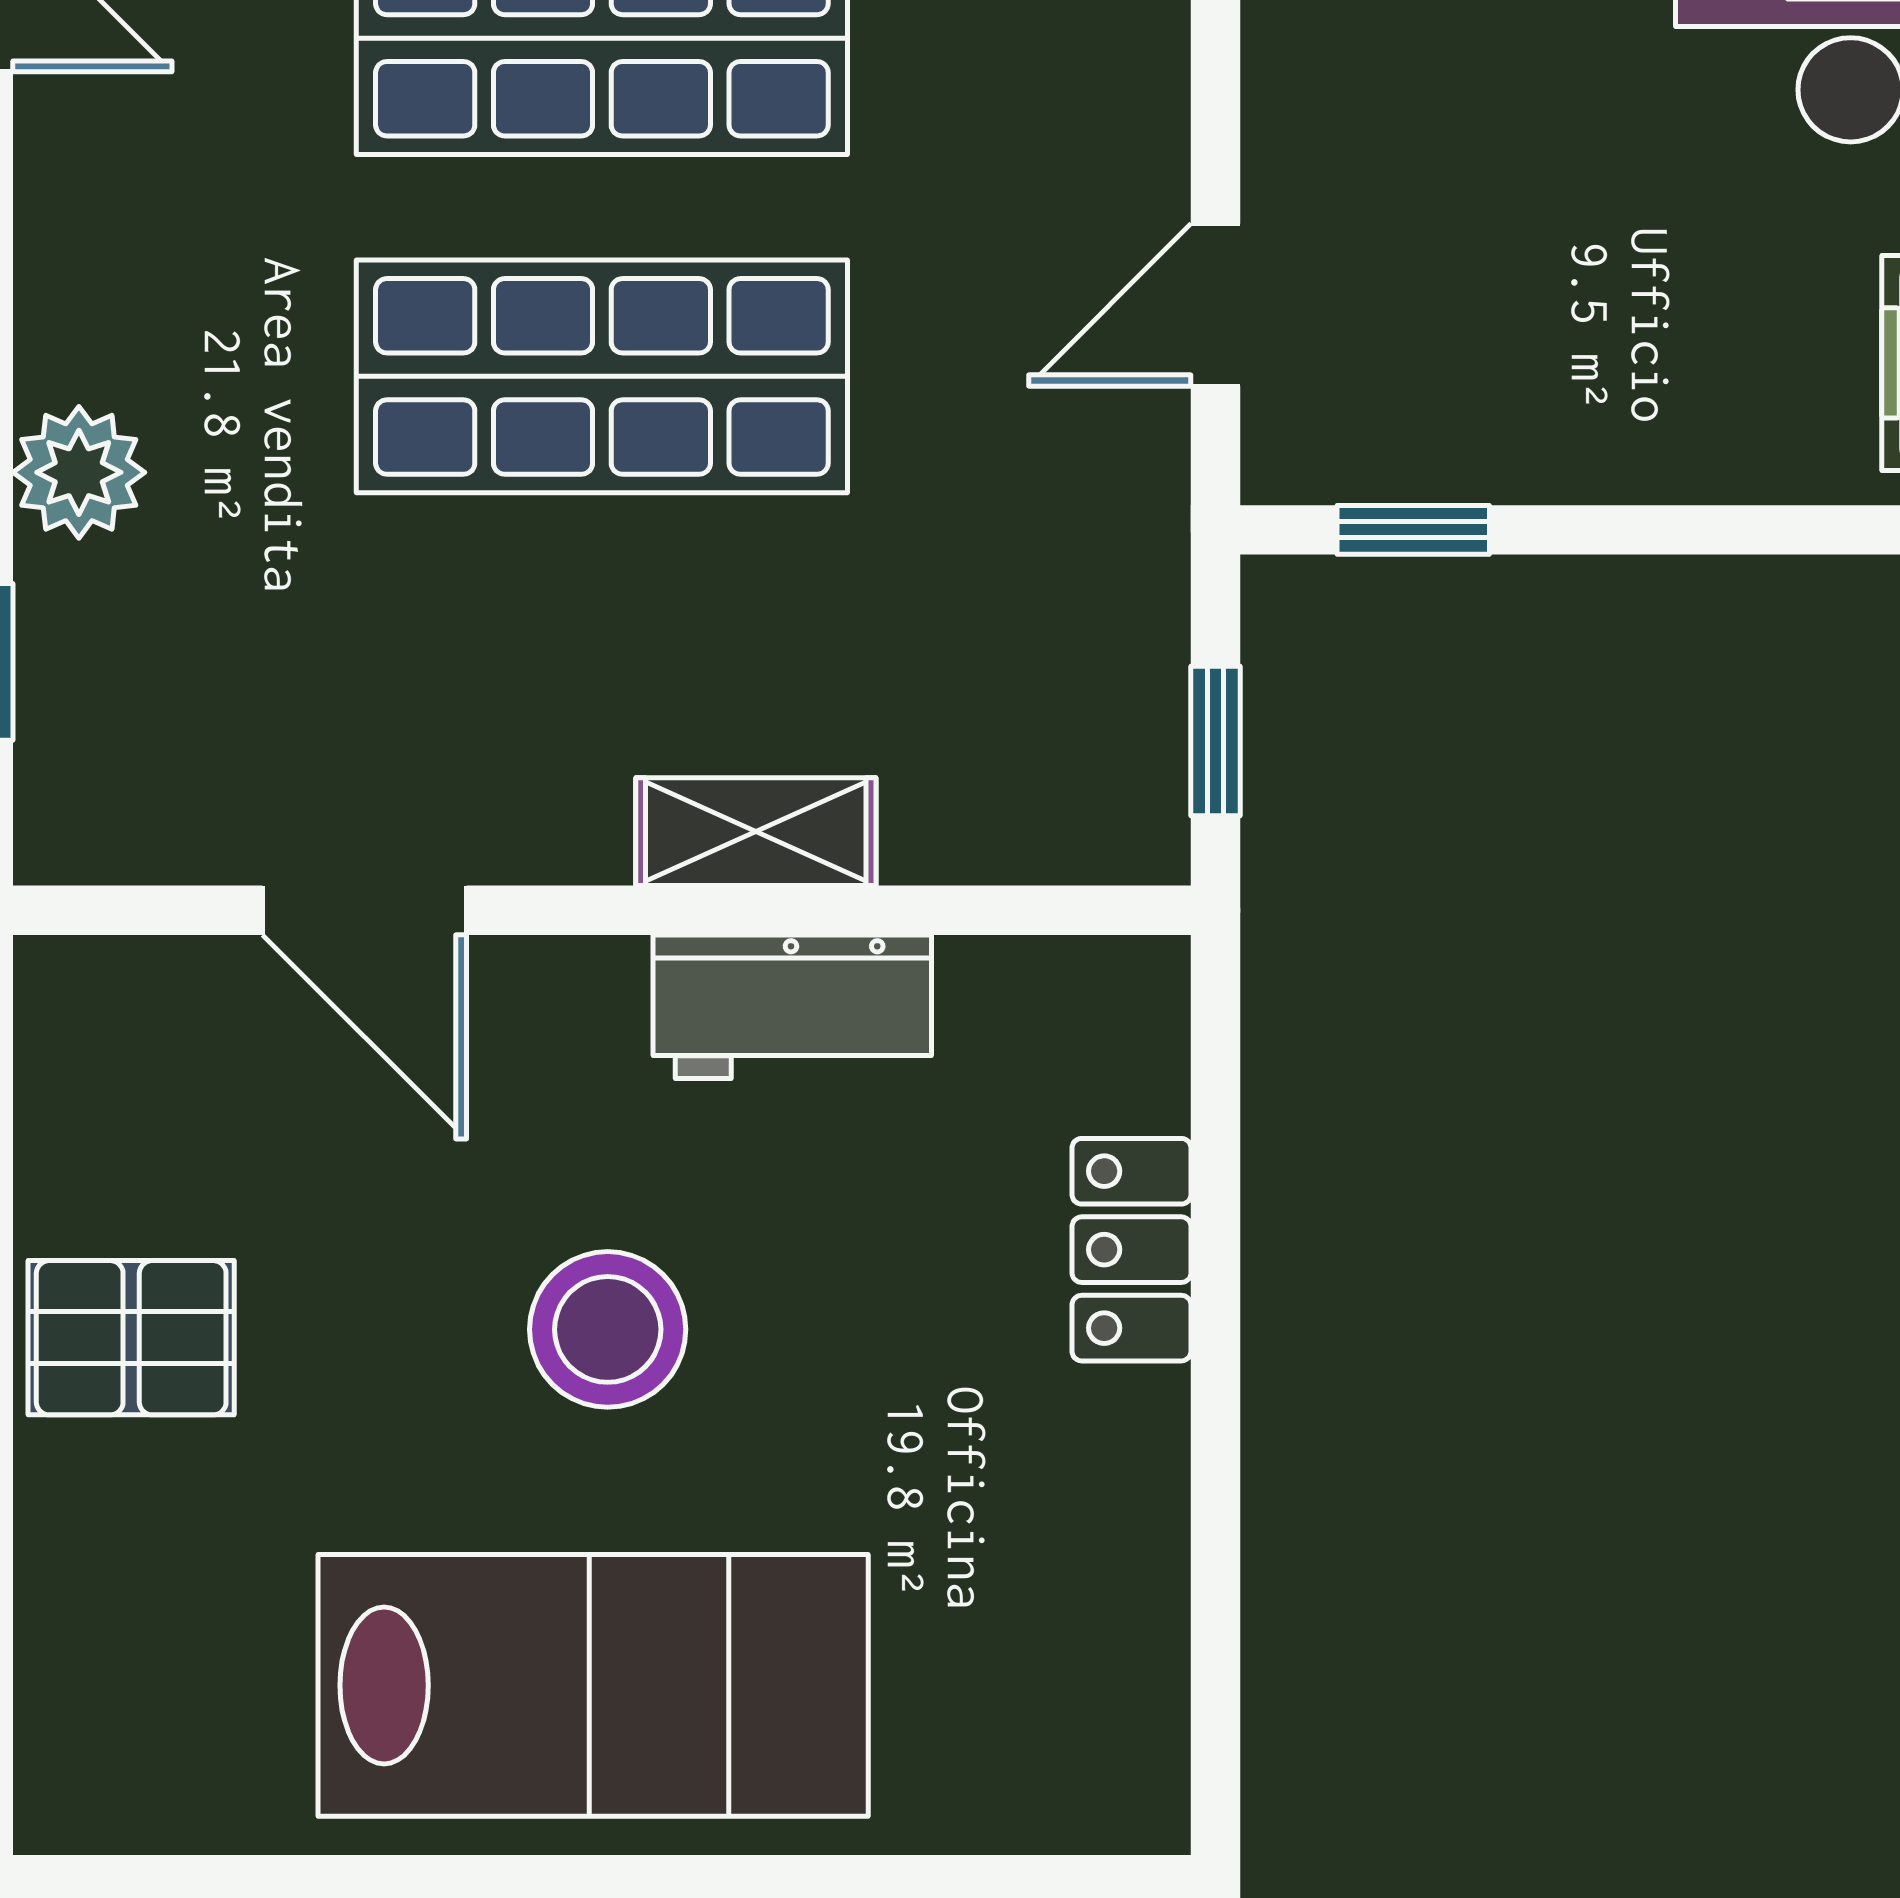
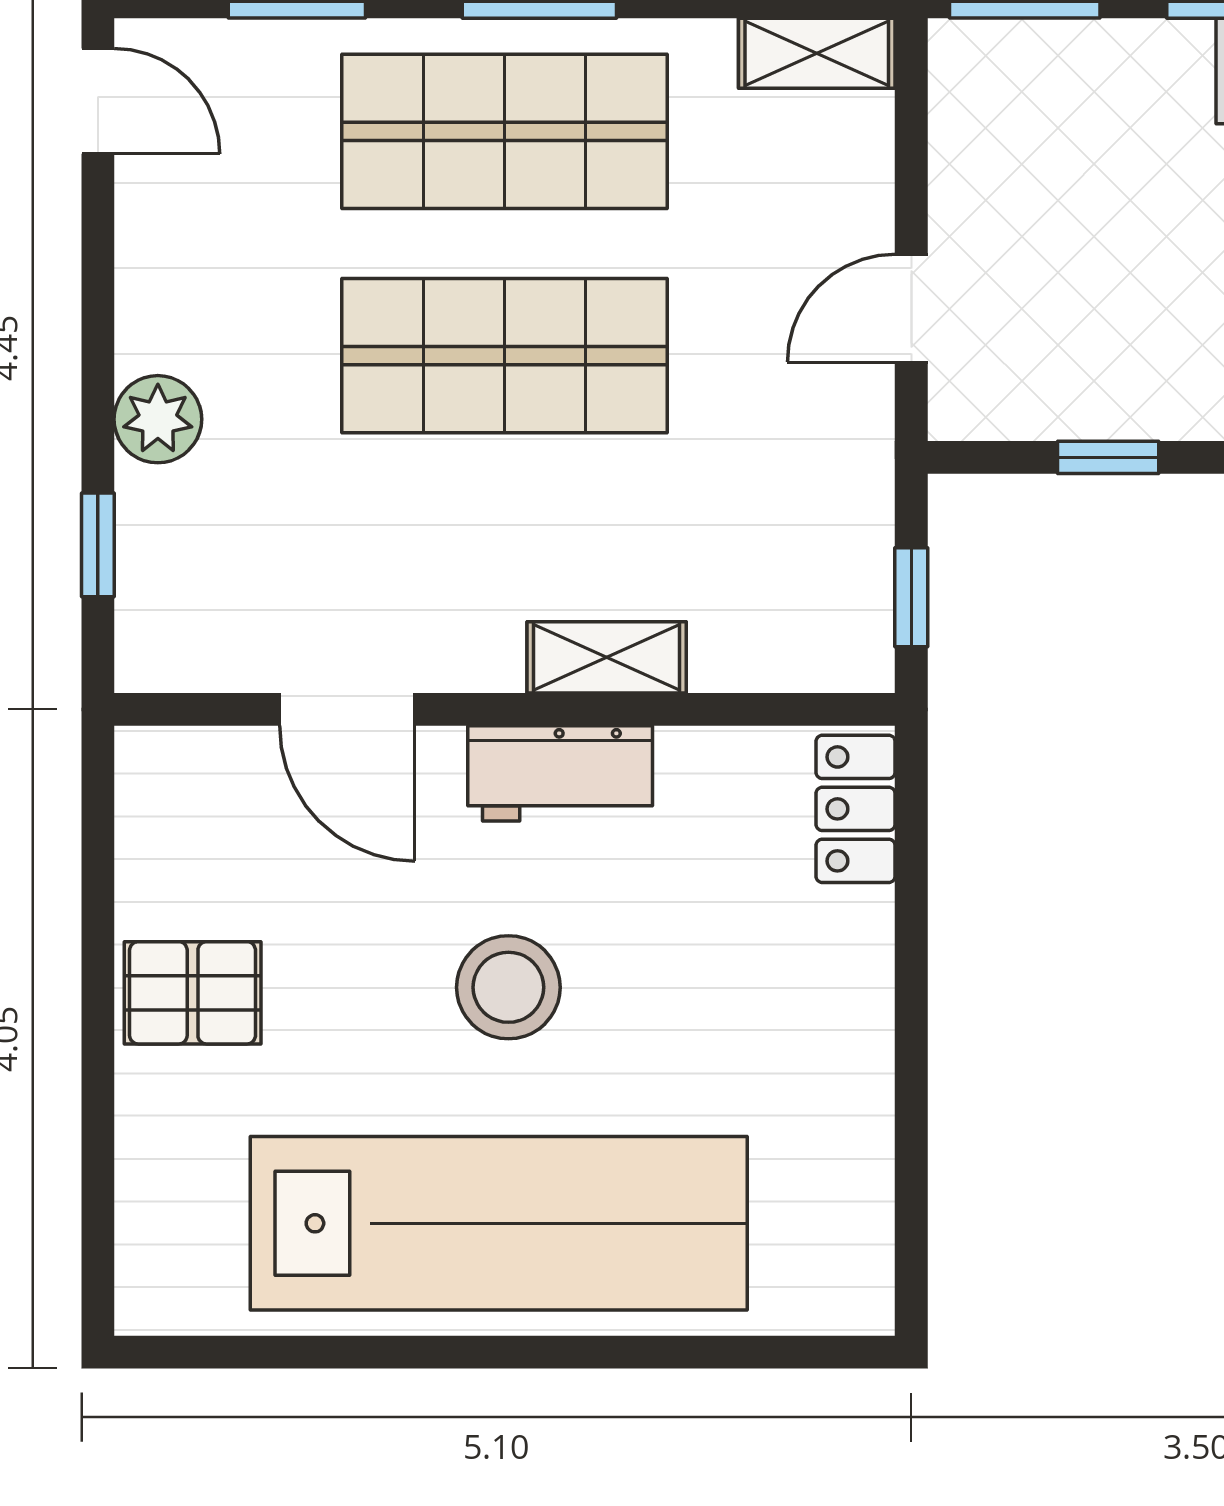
window: (1413, 530) -> (1108, 457), moved
workbench: (792, 1007) -> (560, 773), moved
locker: (1132, 1250) -> (856, 809), moved
lab bench: (593, 1685) -> (499, 1223), width x1.36

